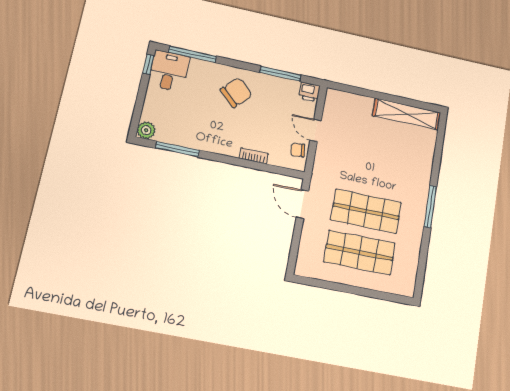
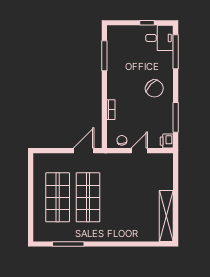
window: (148, 64) -> (147, 23), moved
plant: (146, 130) -> (113, 32), removed
window: (430, 207) -> (68, 244), moved

